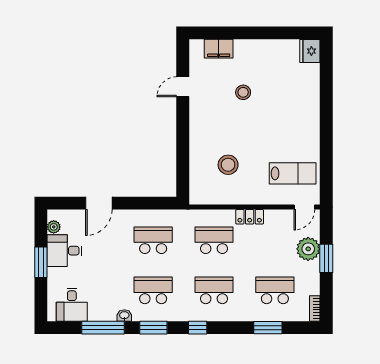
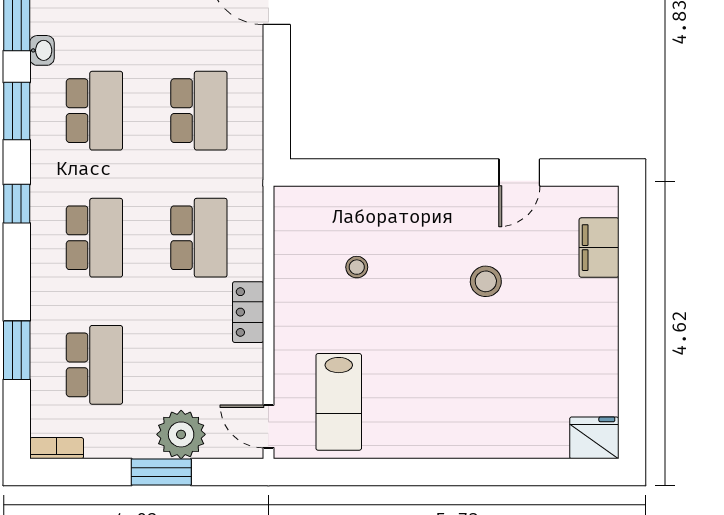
door: (183, 87) -> (519, 173), swing flipped
stool: (243, 92) -> (486, 281), moved
stool: (228, 165) -> (357, 267), width x0.53, depth x0.53

